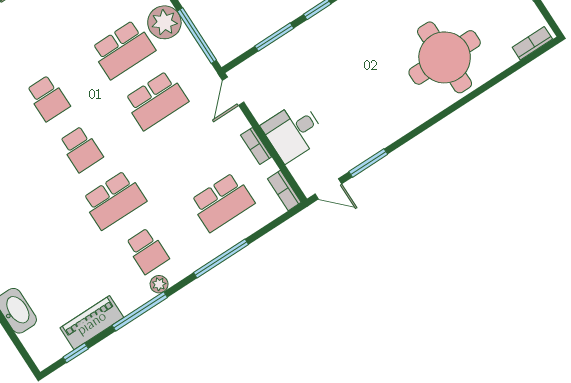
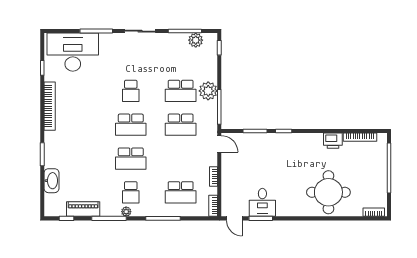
door: (233, 91) -> (219, 144), swing flipped
desk: (293, 131) -> (262, 202), moved, turned -90
school desk: (81, 149) -> (131, 125), width x1.85

